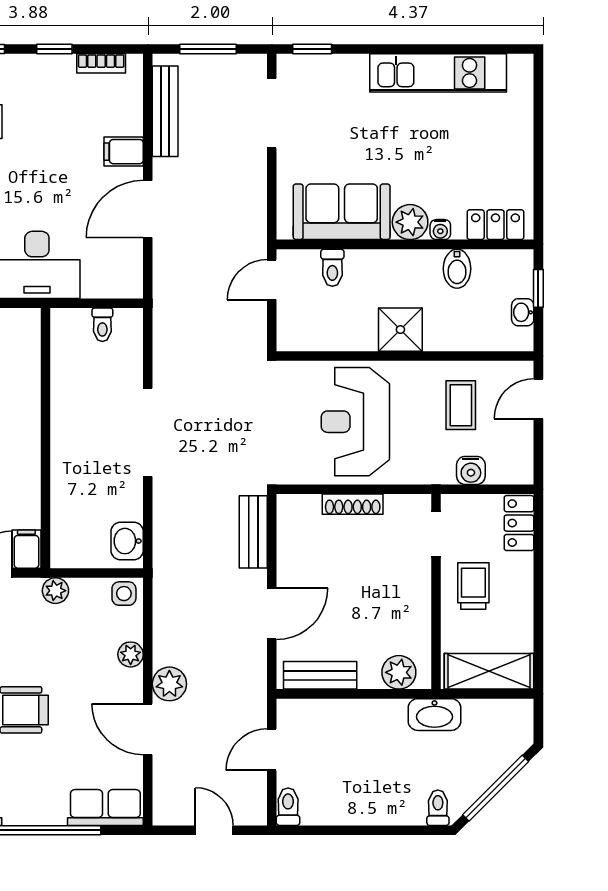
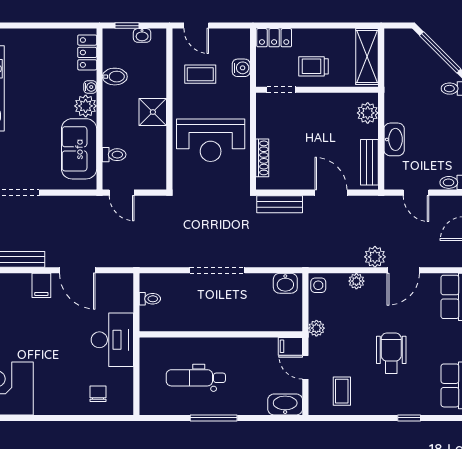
shoe rack: (353, 504) -> (262, 158), moved
washbasin: (434, 715) -> (394, 139), moved

